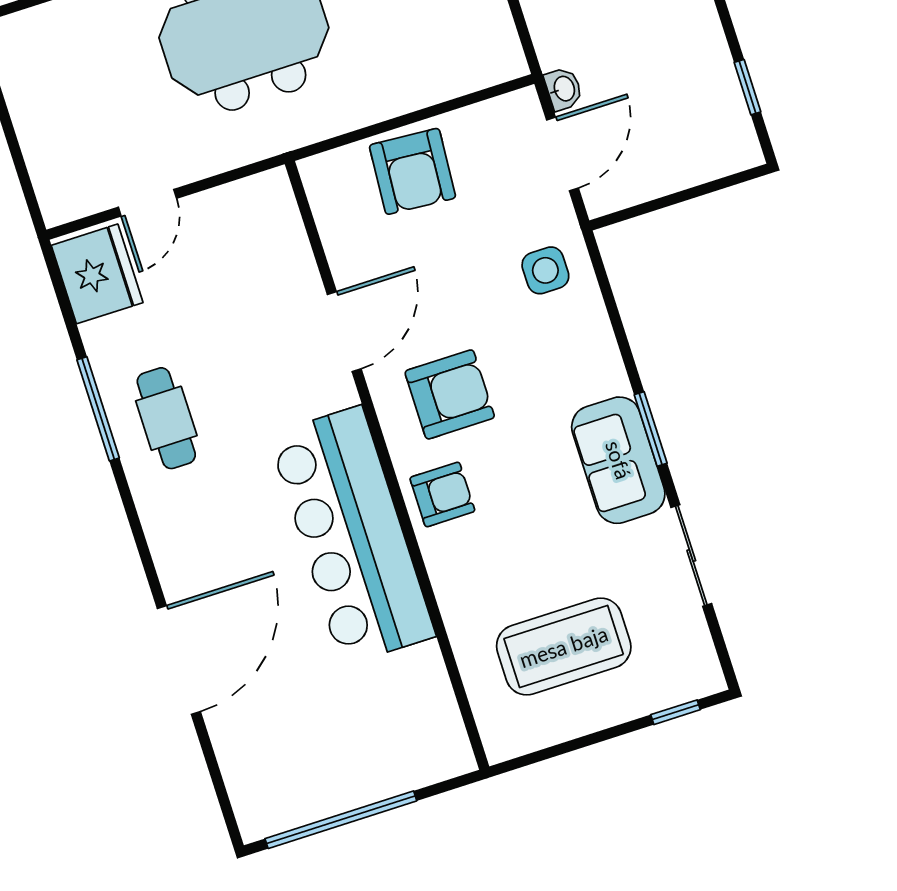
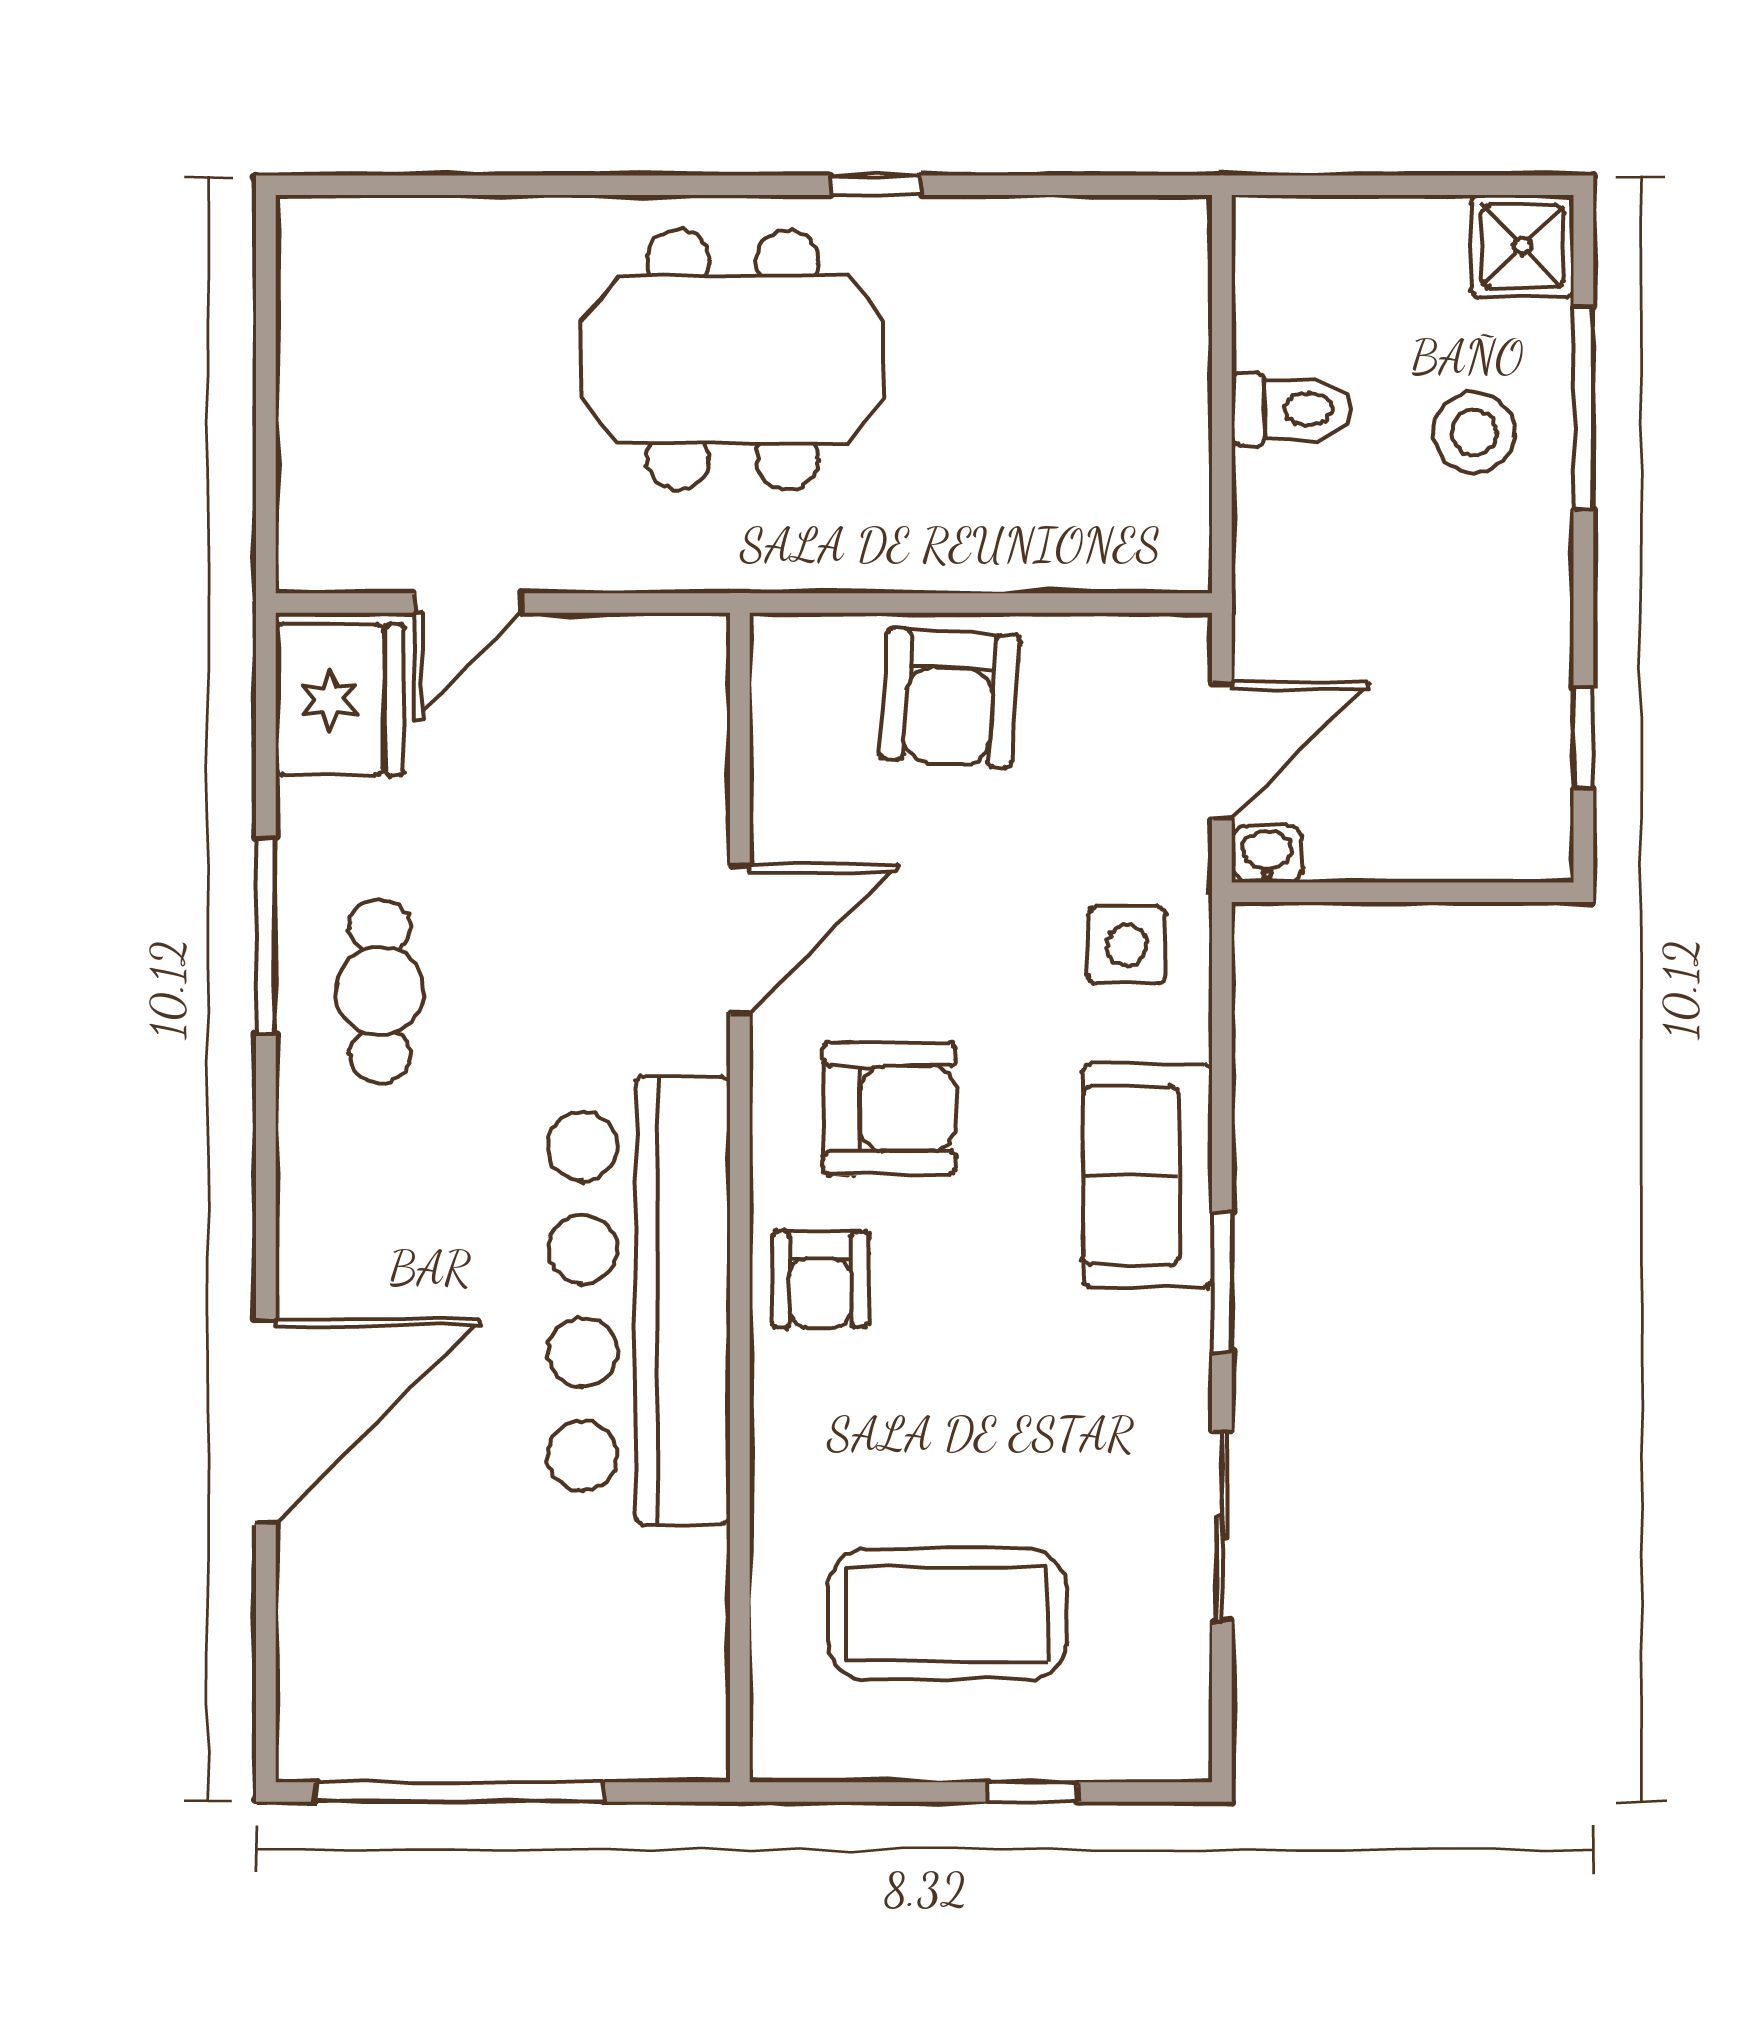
washbasin: (564, 89) -> (1267, 854), moved, turned -90
sofa: (618, 460) -> (1148, 1176), moved
armchair: (442, 494) -> (820, 1280), turned 90
window: (676, 712) -> (1033, 1792), moved

